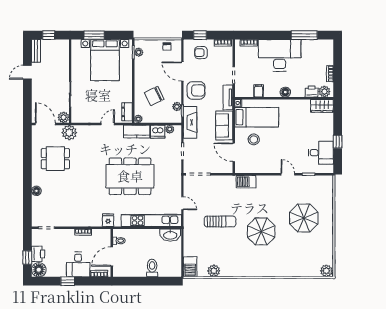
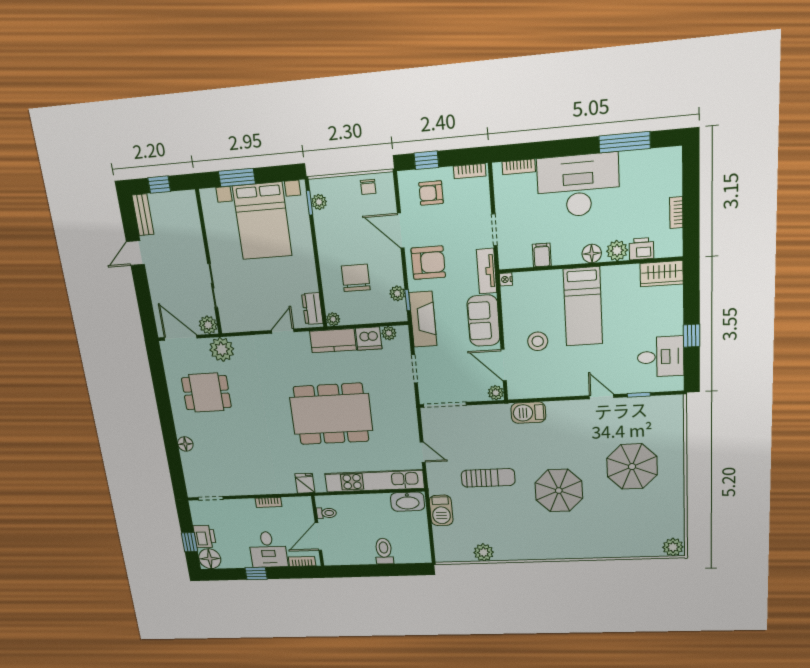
plant: (324, 92) -> (617, 251), moved
chair: (154, 96) -> (356, 278), turned 116
bed: (257, 117) -> (583, 307), moved, turned 90
plant: (228, 169) -> (496, 393), added
barbecue: (190, 267) -> (441, 510), moved

